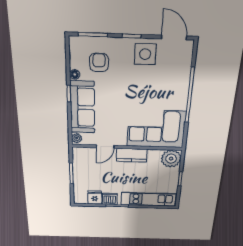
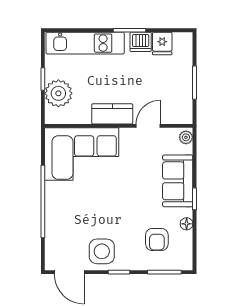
sofa: (82, 107) -> (178, 181), width x0.73
plant: (171, 159) -> (58, 93), moved

